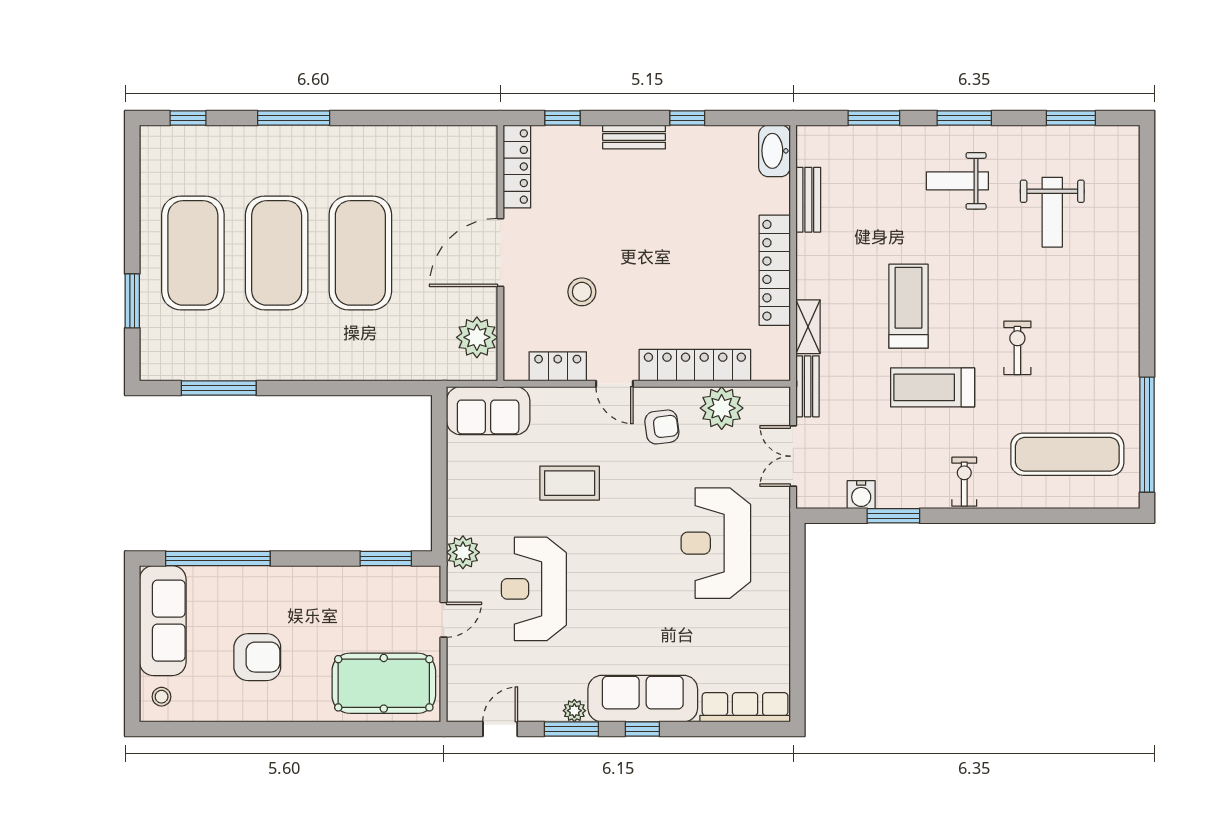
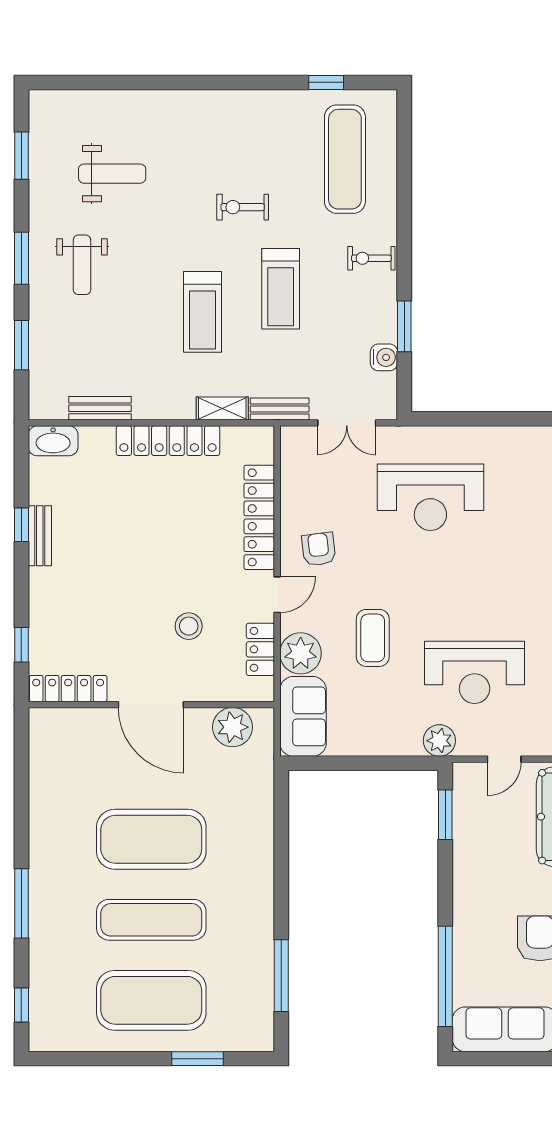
bench: (634, 137) -> (40, 536), moved
exercise mat: (277, 253) -> (151, 920), width x0.68
treadmill: (909, 306) -> (203, 312), turned -90
plant: (722, 408) -> (301, 653), moved
window: (1147, 435) -> (326, 82), width x0.32
door: (444, 620) -> (504, 759), swing flipped

